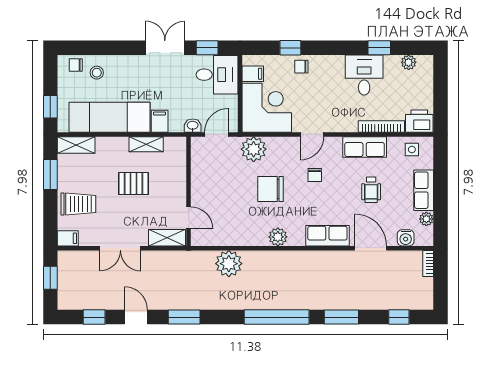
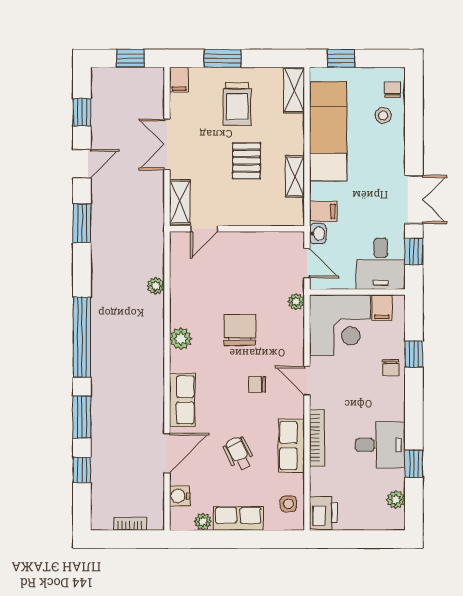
chair: (301, 67) -> (391, 368), turned 180
filing cabinet: (160, 121) -> (323, 211), moved
bookcase: (381, 126) -> (317, 438), moved
plant: (254, 149) -> (296, 301), width x0.53, depth x0.53
window: (50, 174) -> (223, 58), moved
wheelchair: (371, 190) -> (239, 454), turned 64
trolley: (78, 204) -> (237, 104), moved
bookcase: (428, 263) -> (130, 524), moved
plant: (229, 264) -> (156, 286), width x0.53, depth x0.53
window: (399, 317) -> (82, 470), moved

